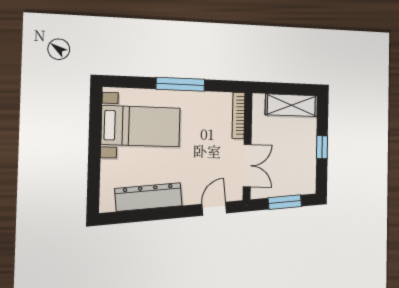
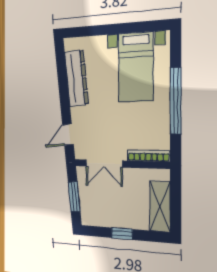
window: (180, 84) -> (176, 101), width x1.46
door: (214, 209) -> (68, 135), swing flipped

